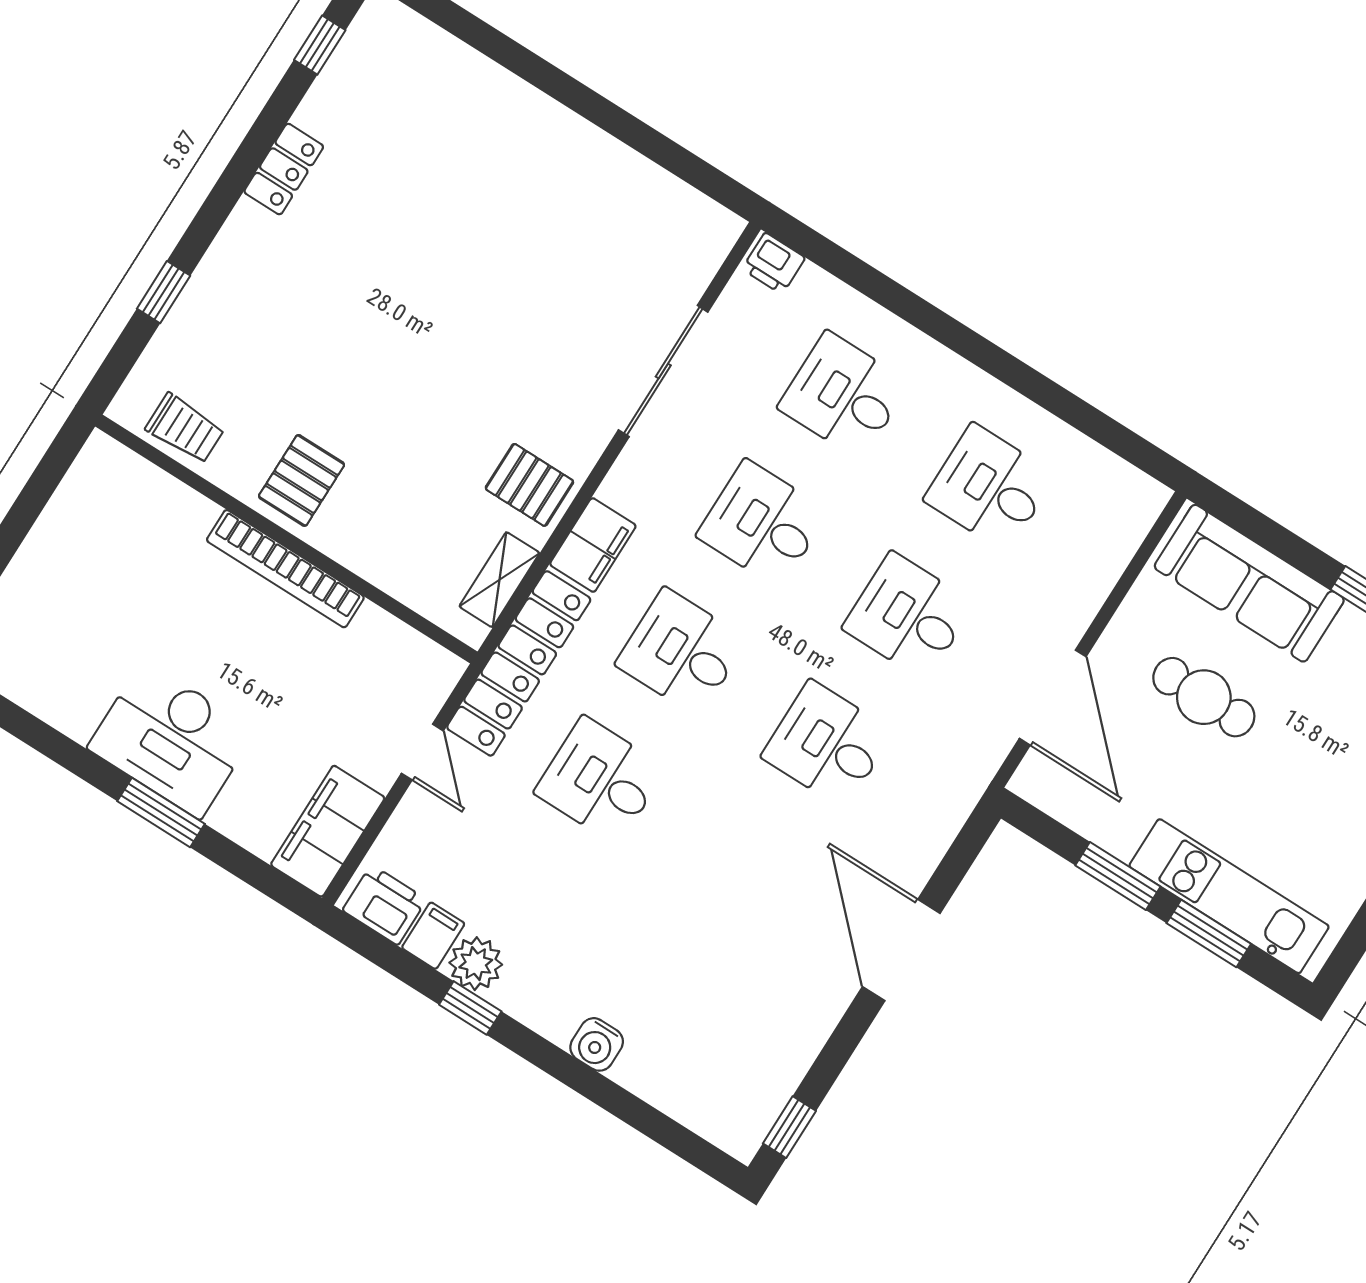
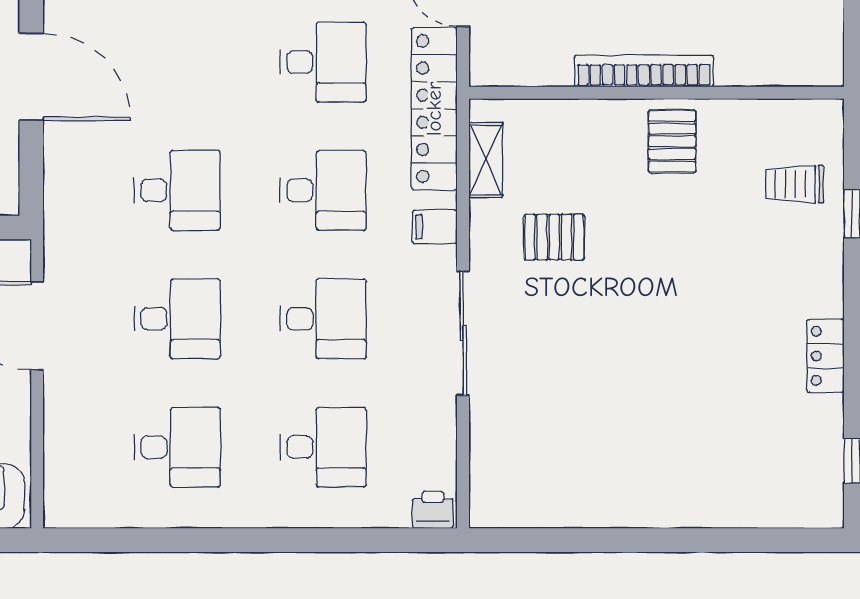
sliding door: (663, 371) -> (463, 333), moved
trolley: (185, 429) -> (794, 184), moved
pallet: (529, 485) -> (554, 237), moved
filing cabinet: (593, 545) -> (435, 227), width x0.50

